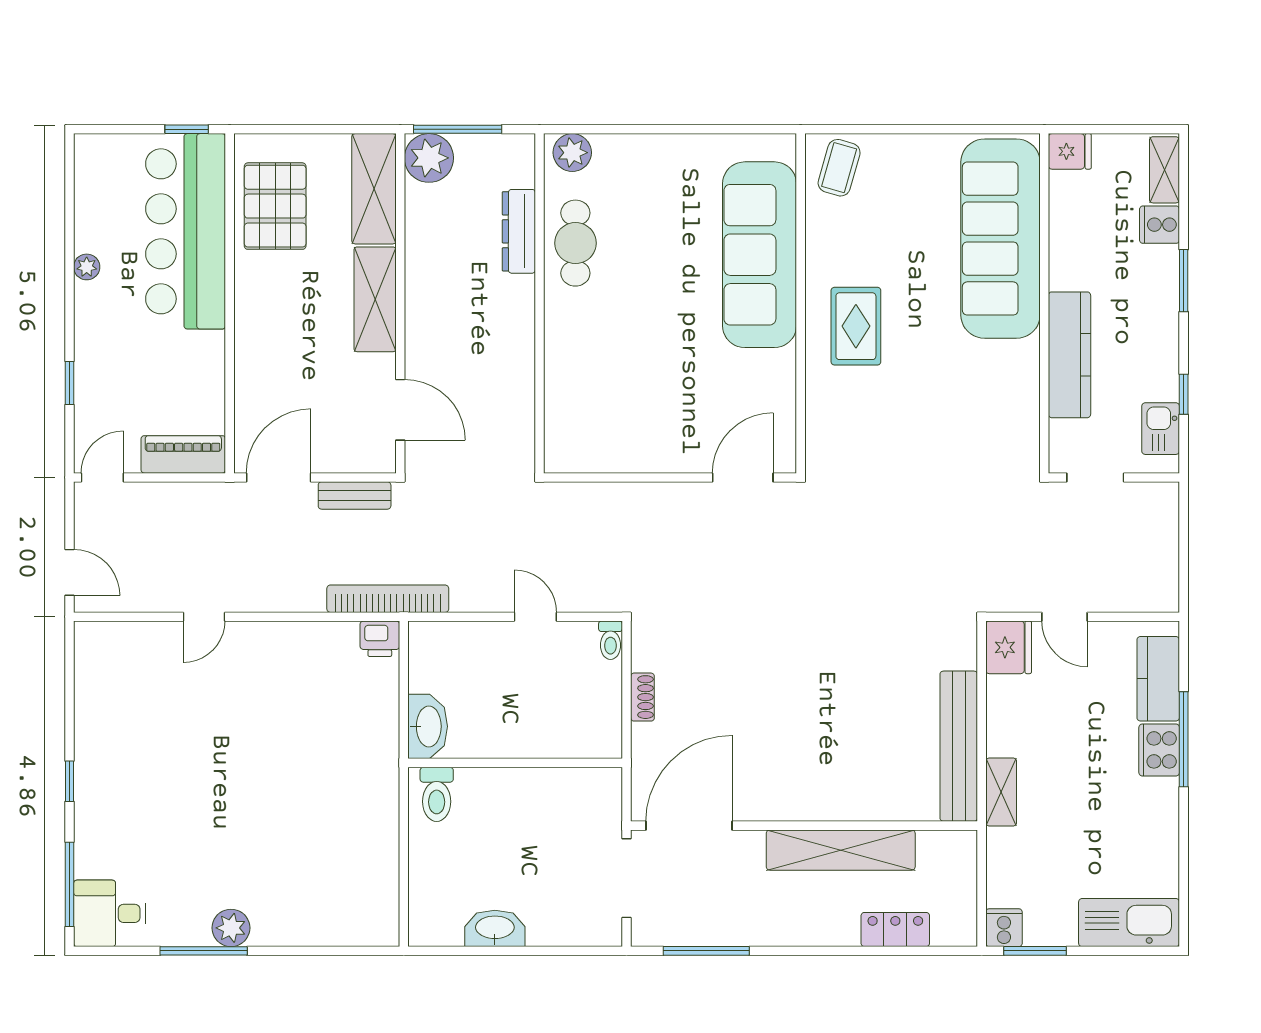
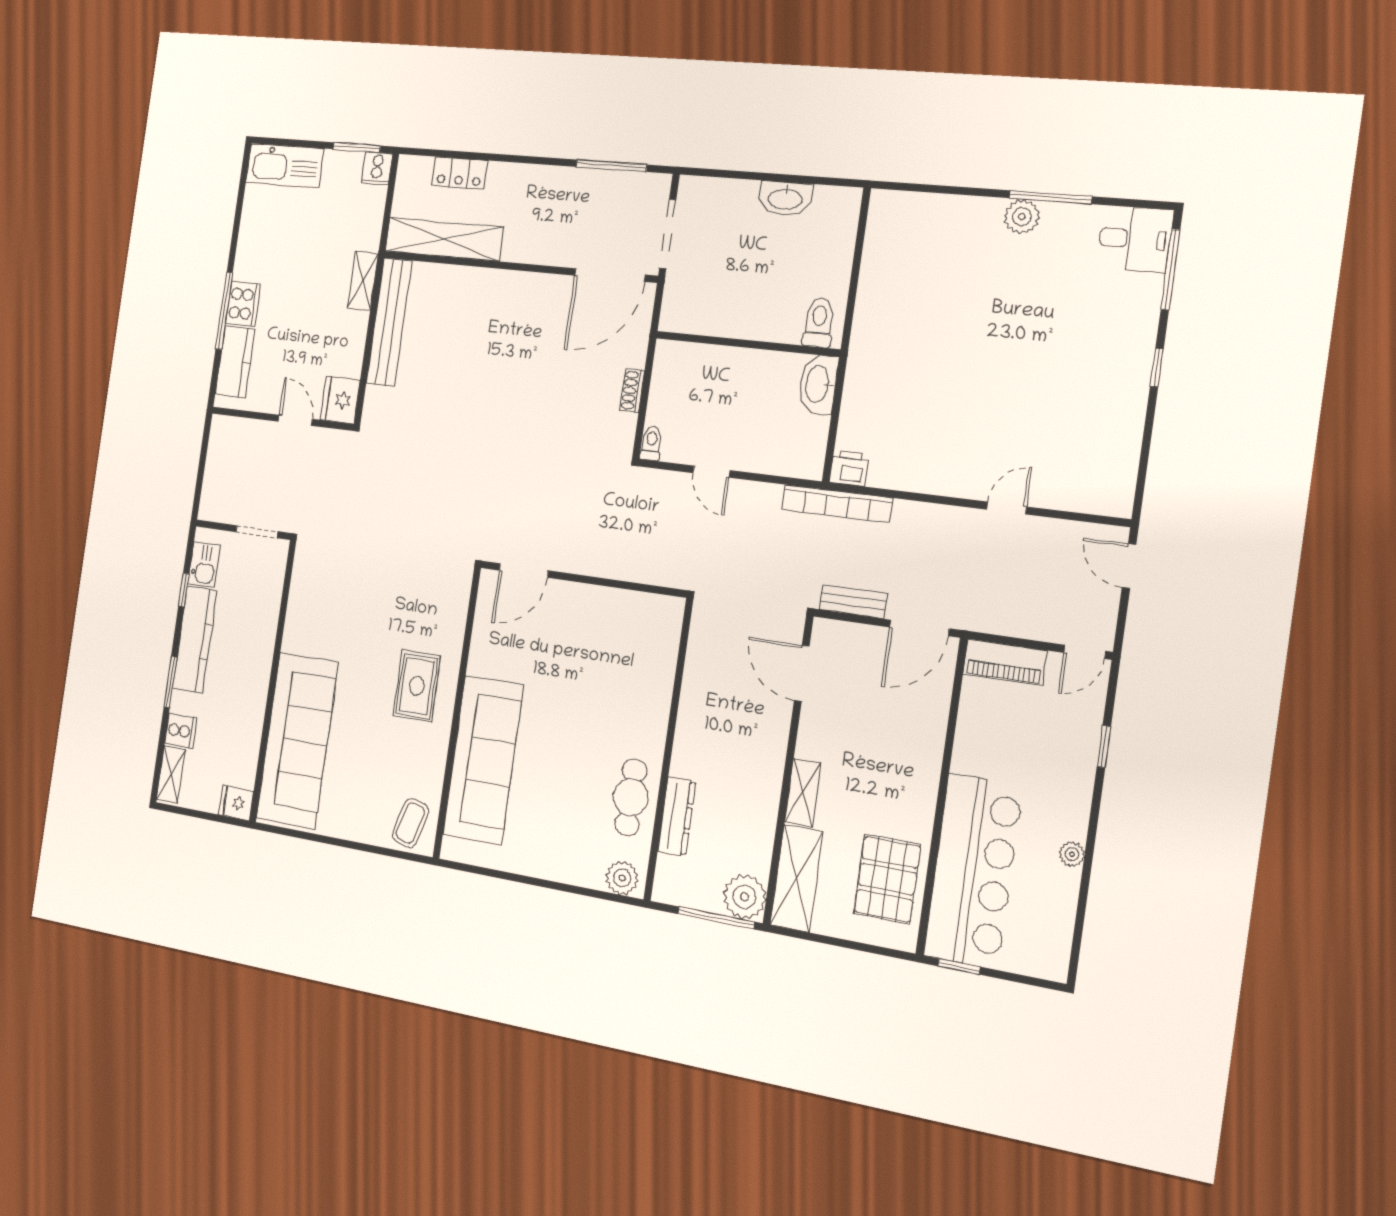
shelving: (375, 299) -> (803, 792), width x0.67, depth x0.75
kitchen counter: (1070, 355) -> (195, 639), moved, turned 180
shelving: (841, 850) -> (444, 239), moved

